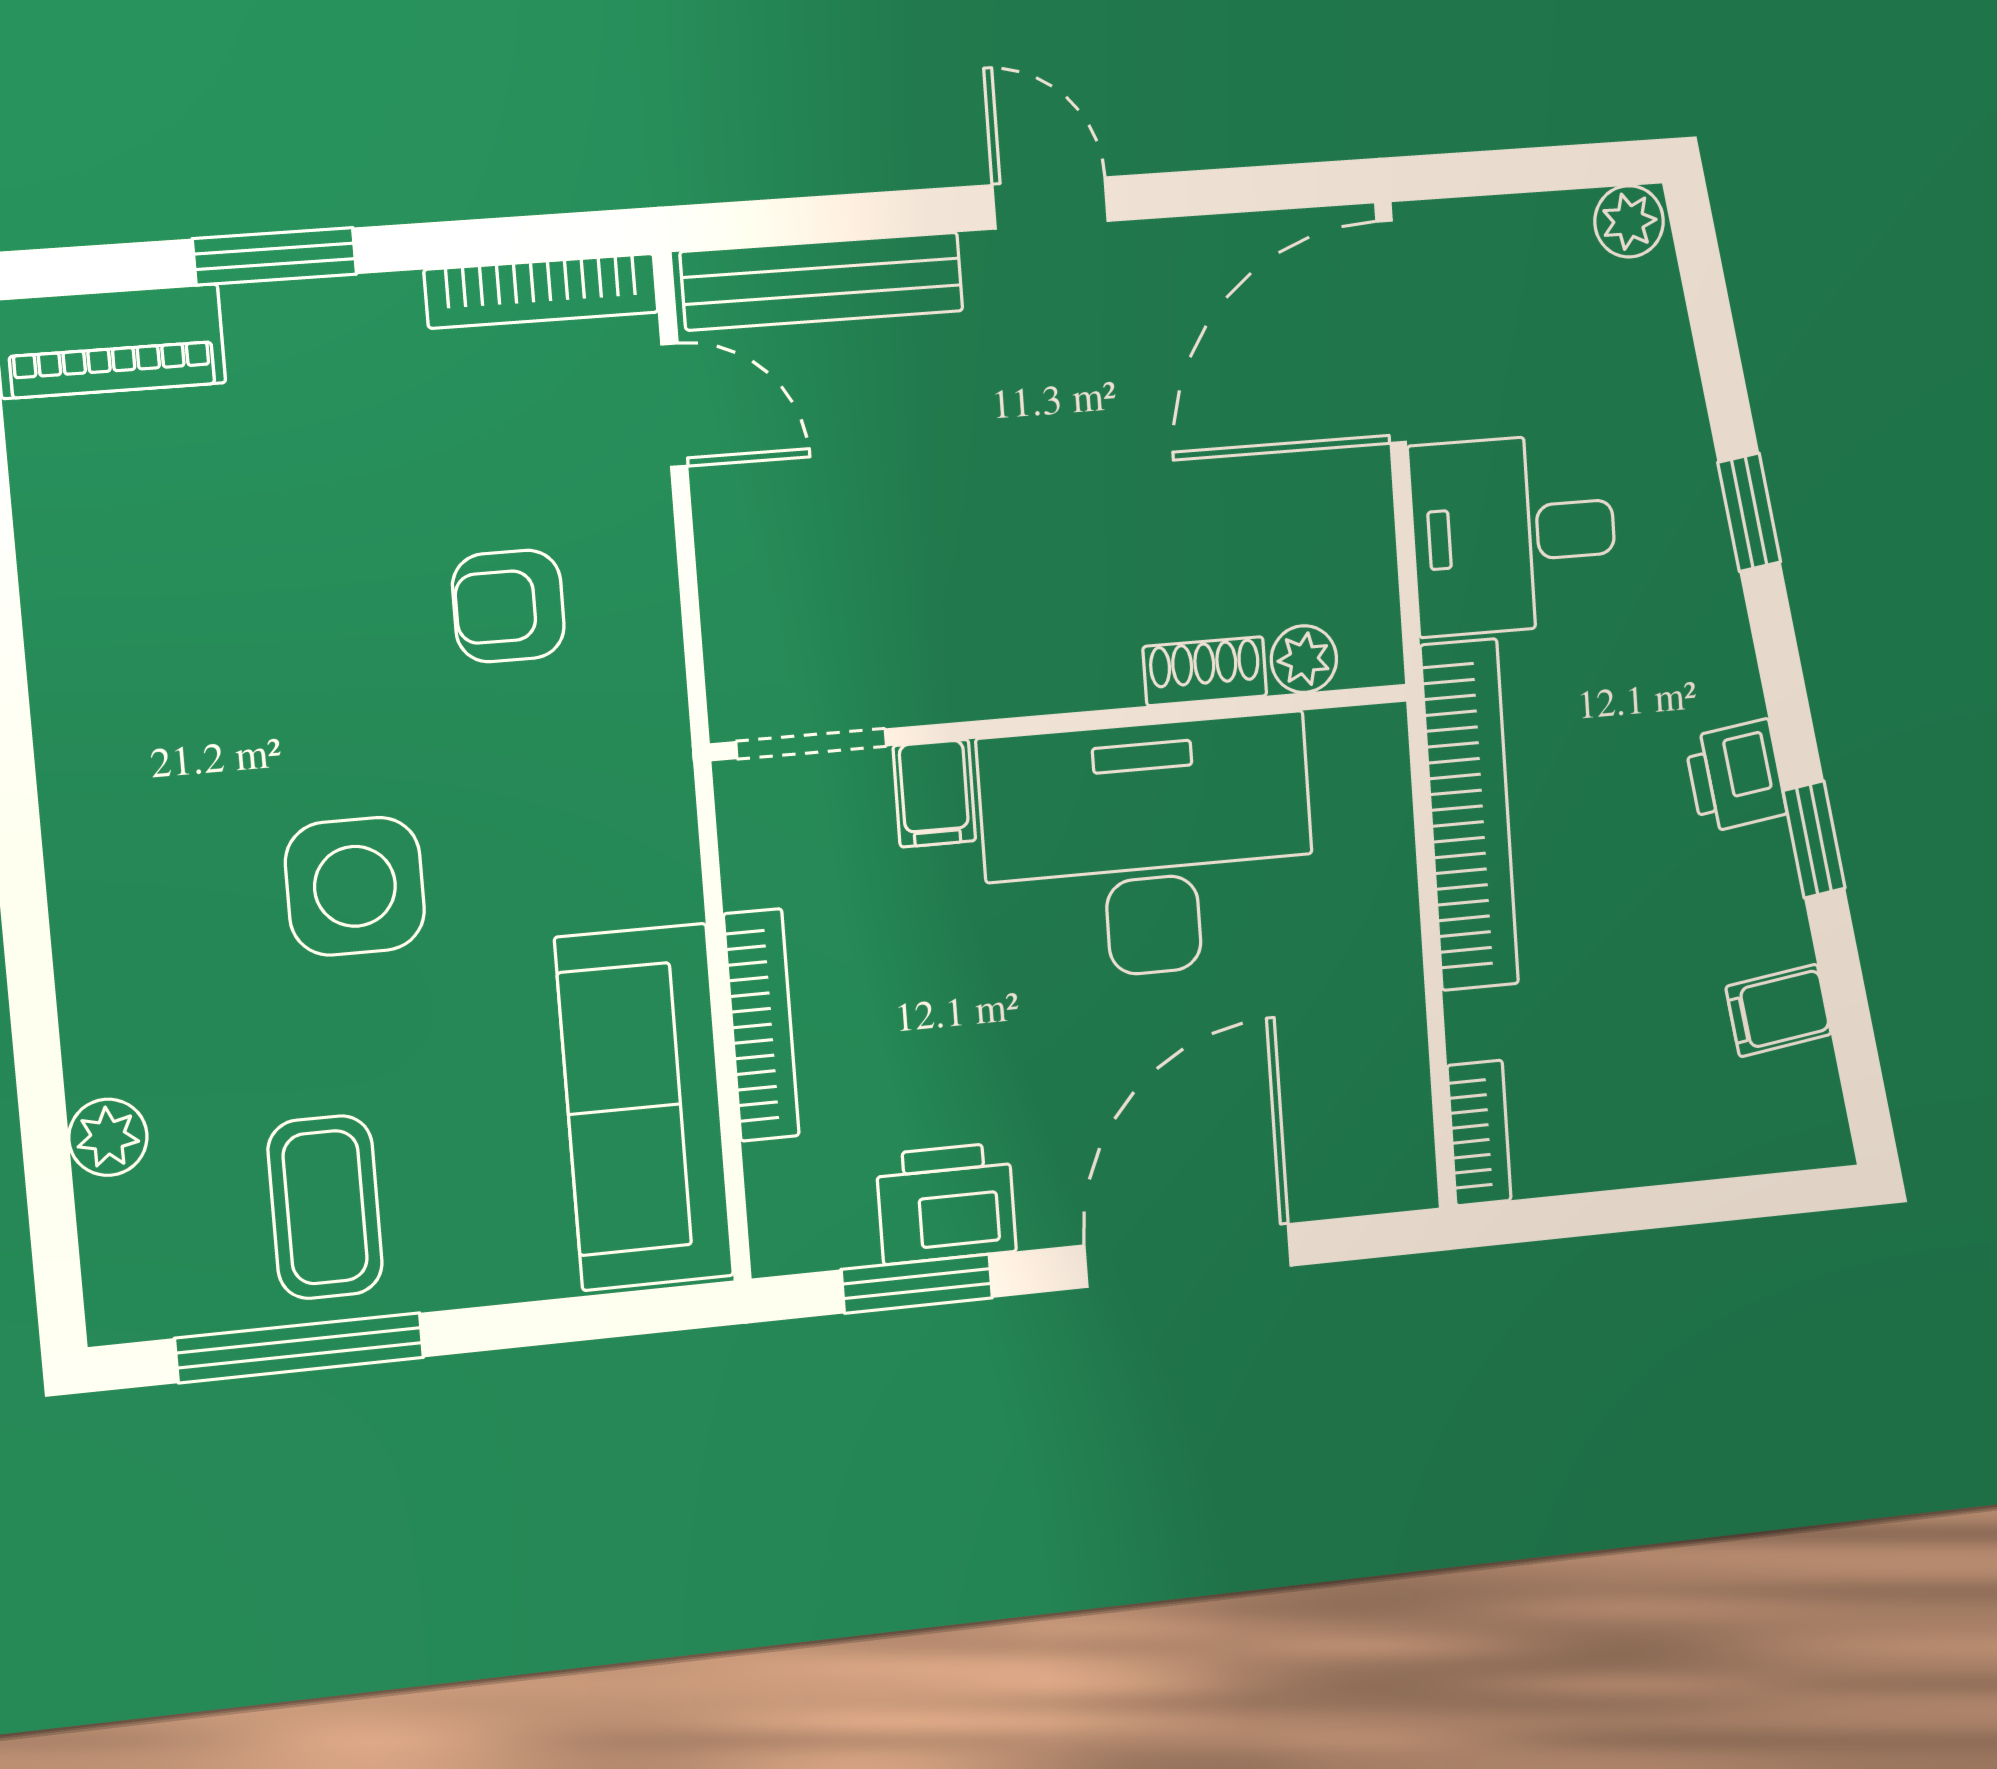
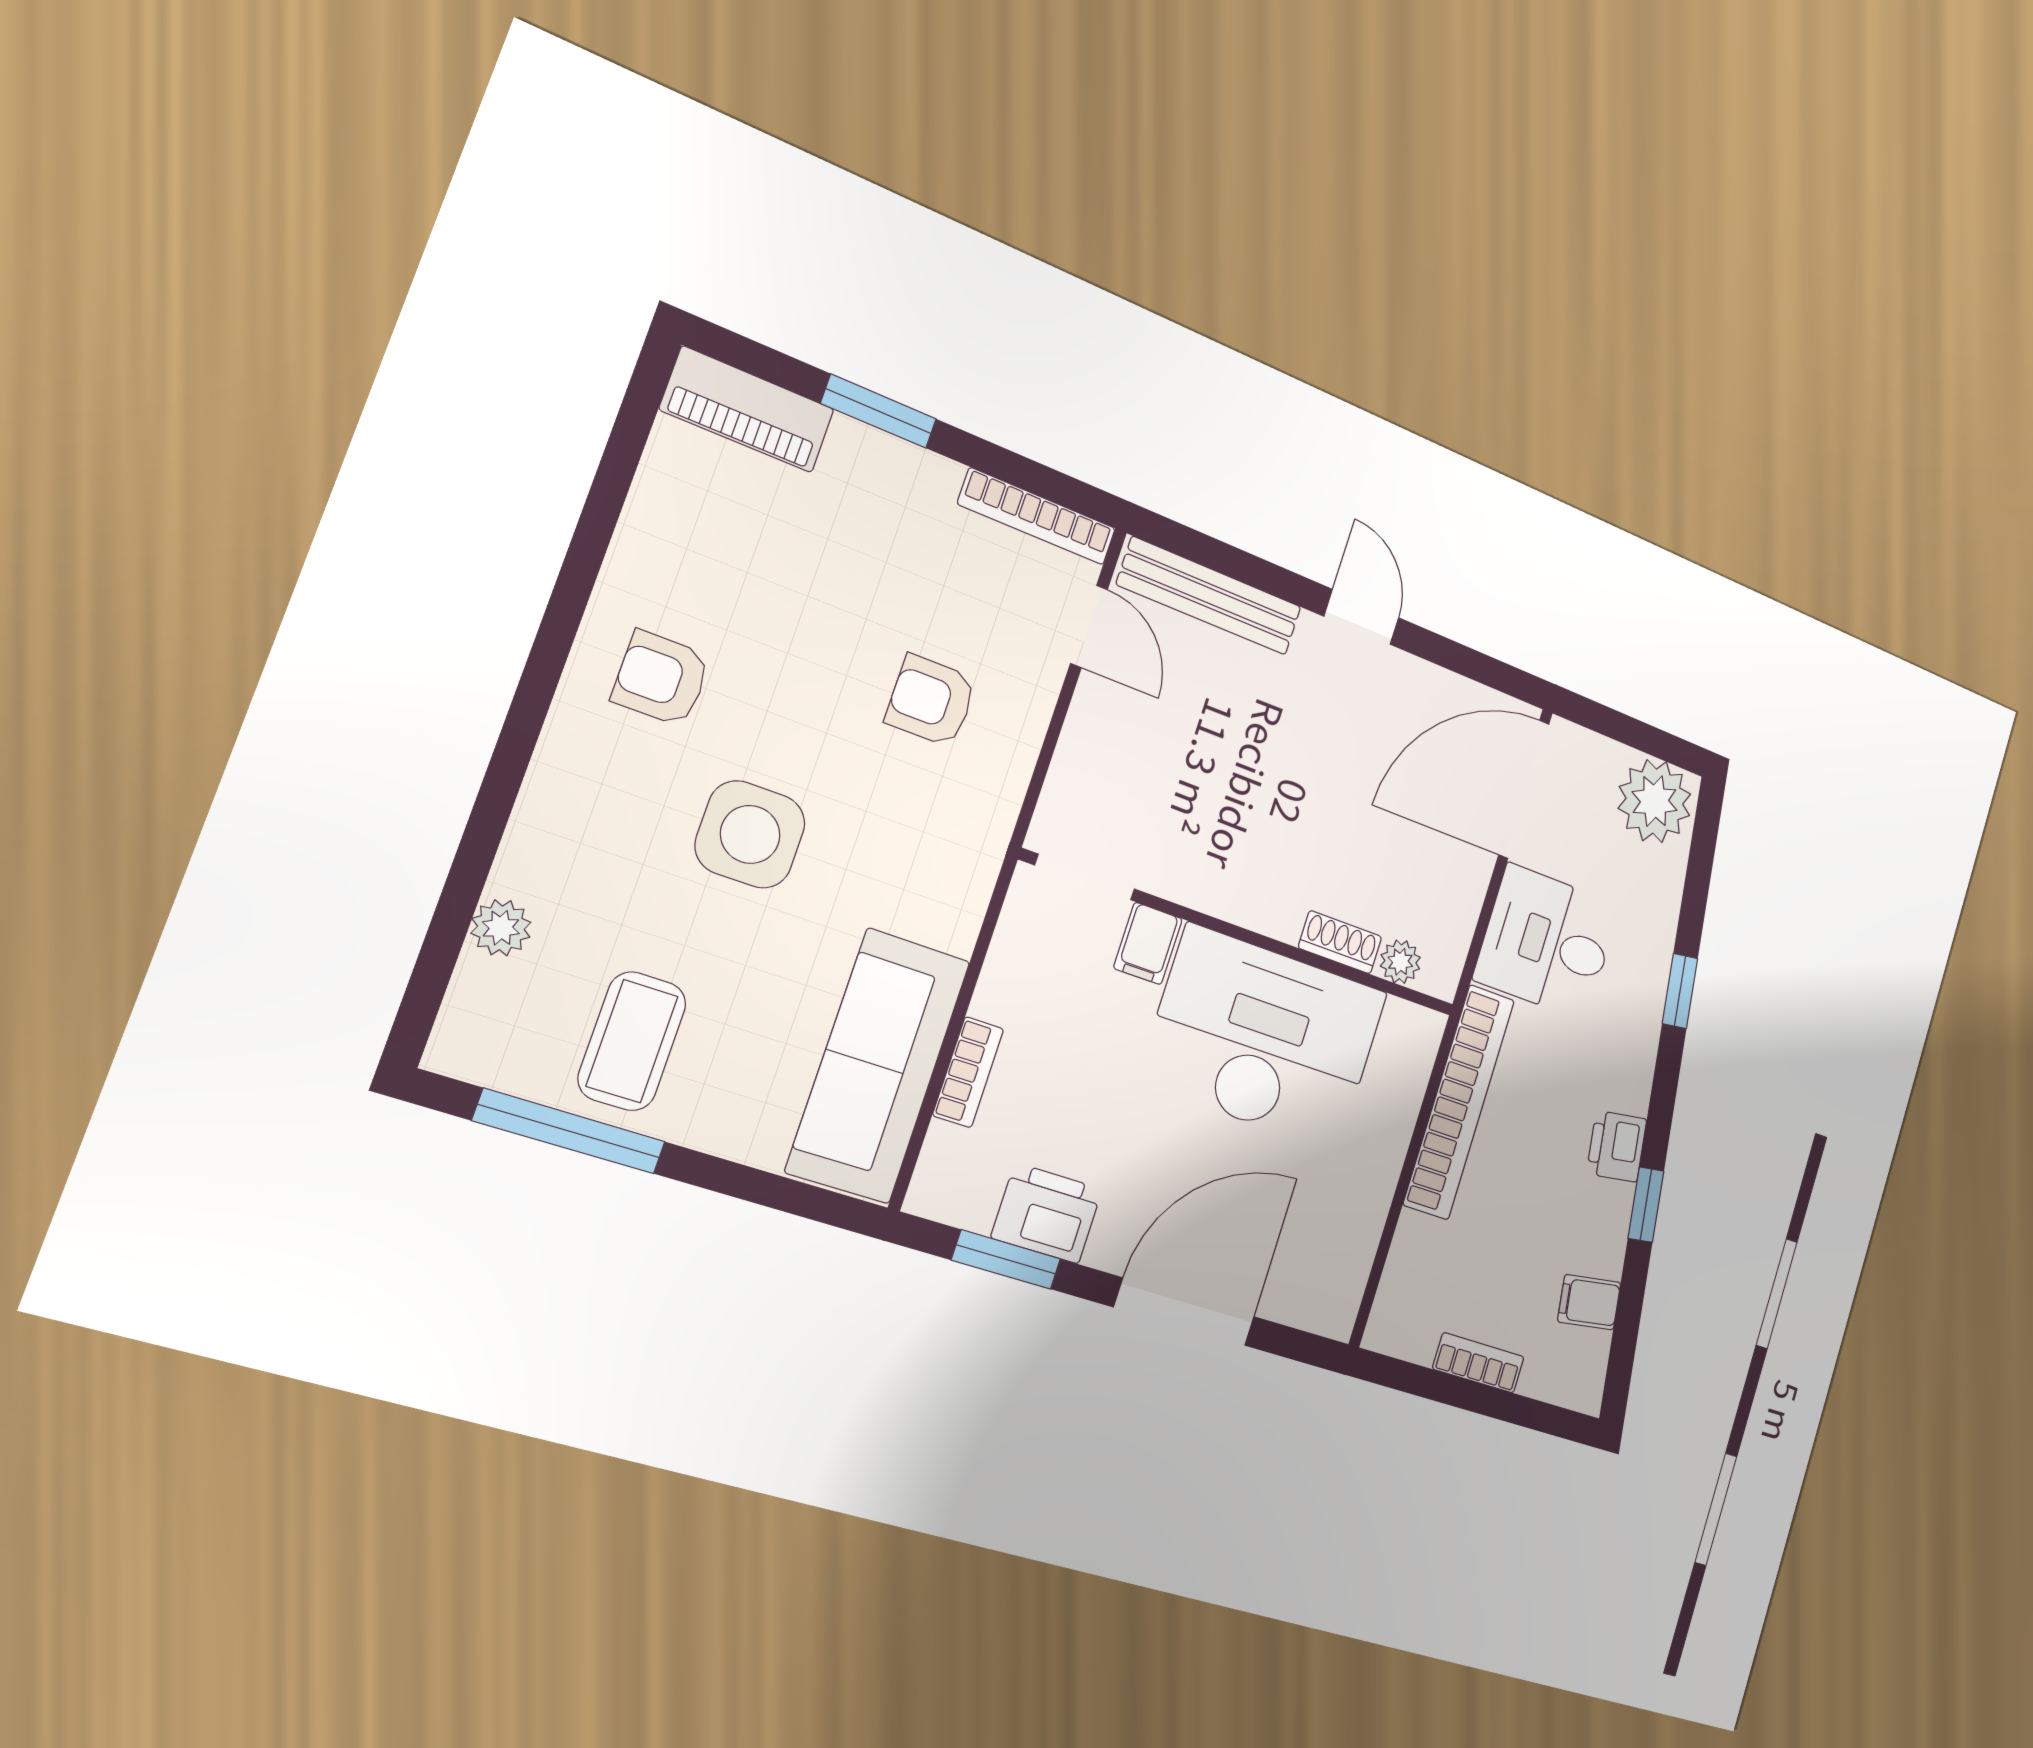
plant: (1629, 221) -> (1655, 801), width x1.88, depth x1.88
armchair: (159, 741) -> (661, 678), added
bookcase: (761, 1025) -> (968, 1072), width x0.64
bookcase: (1479, 1133) -> (1478, 1363), moved, turned -90

